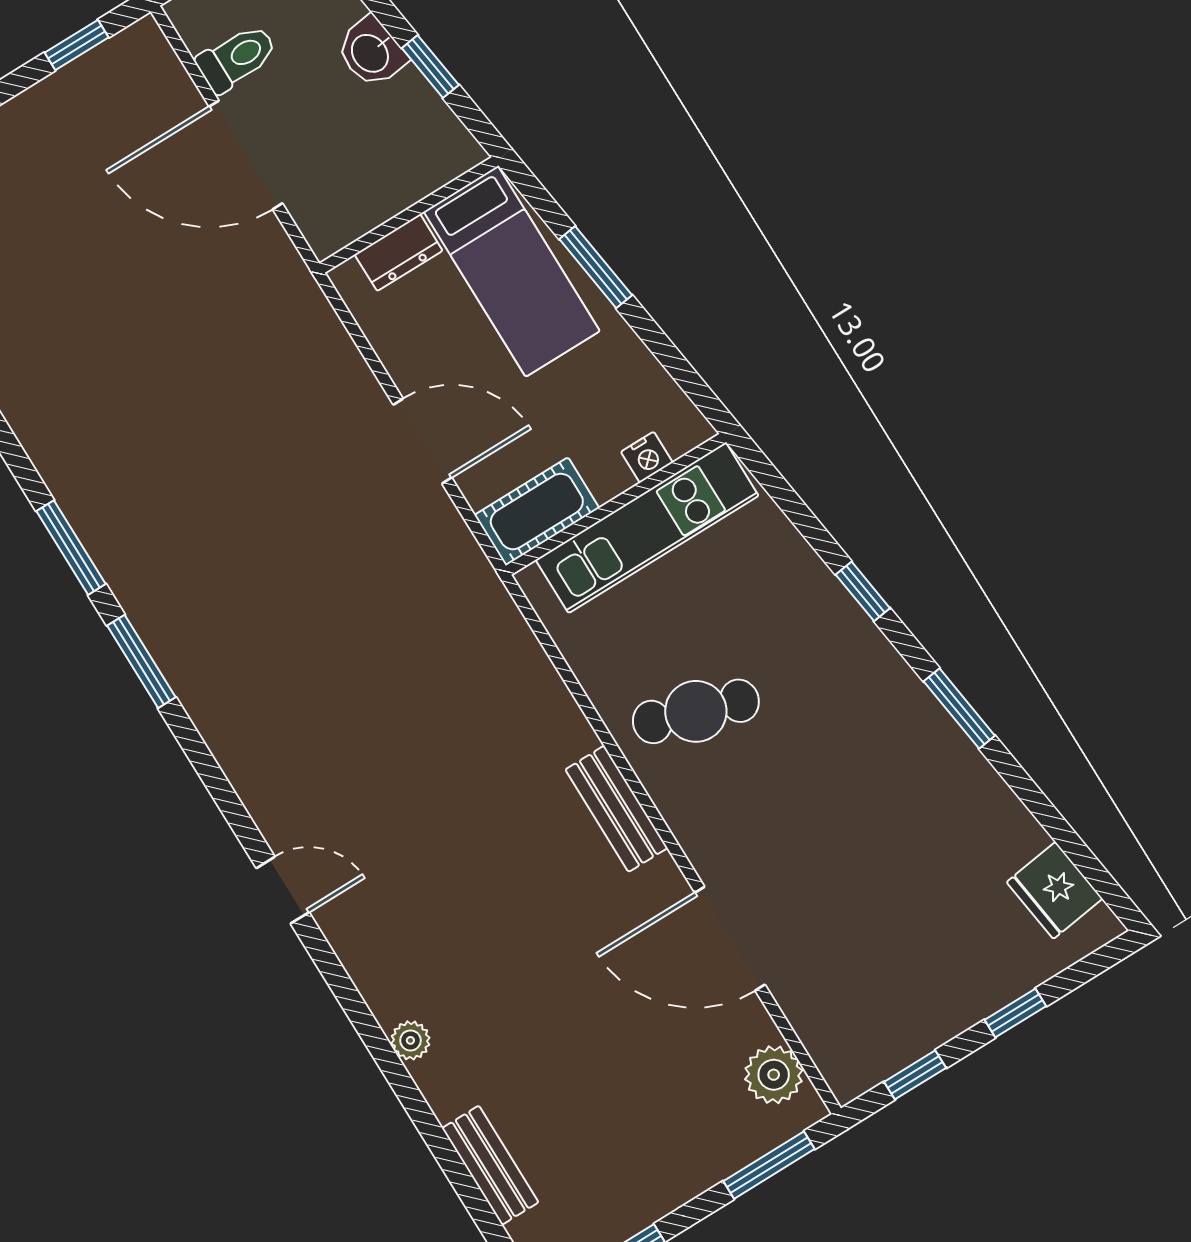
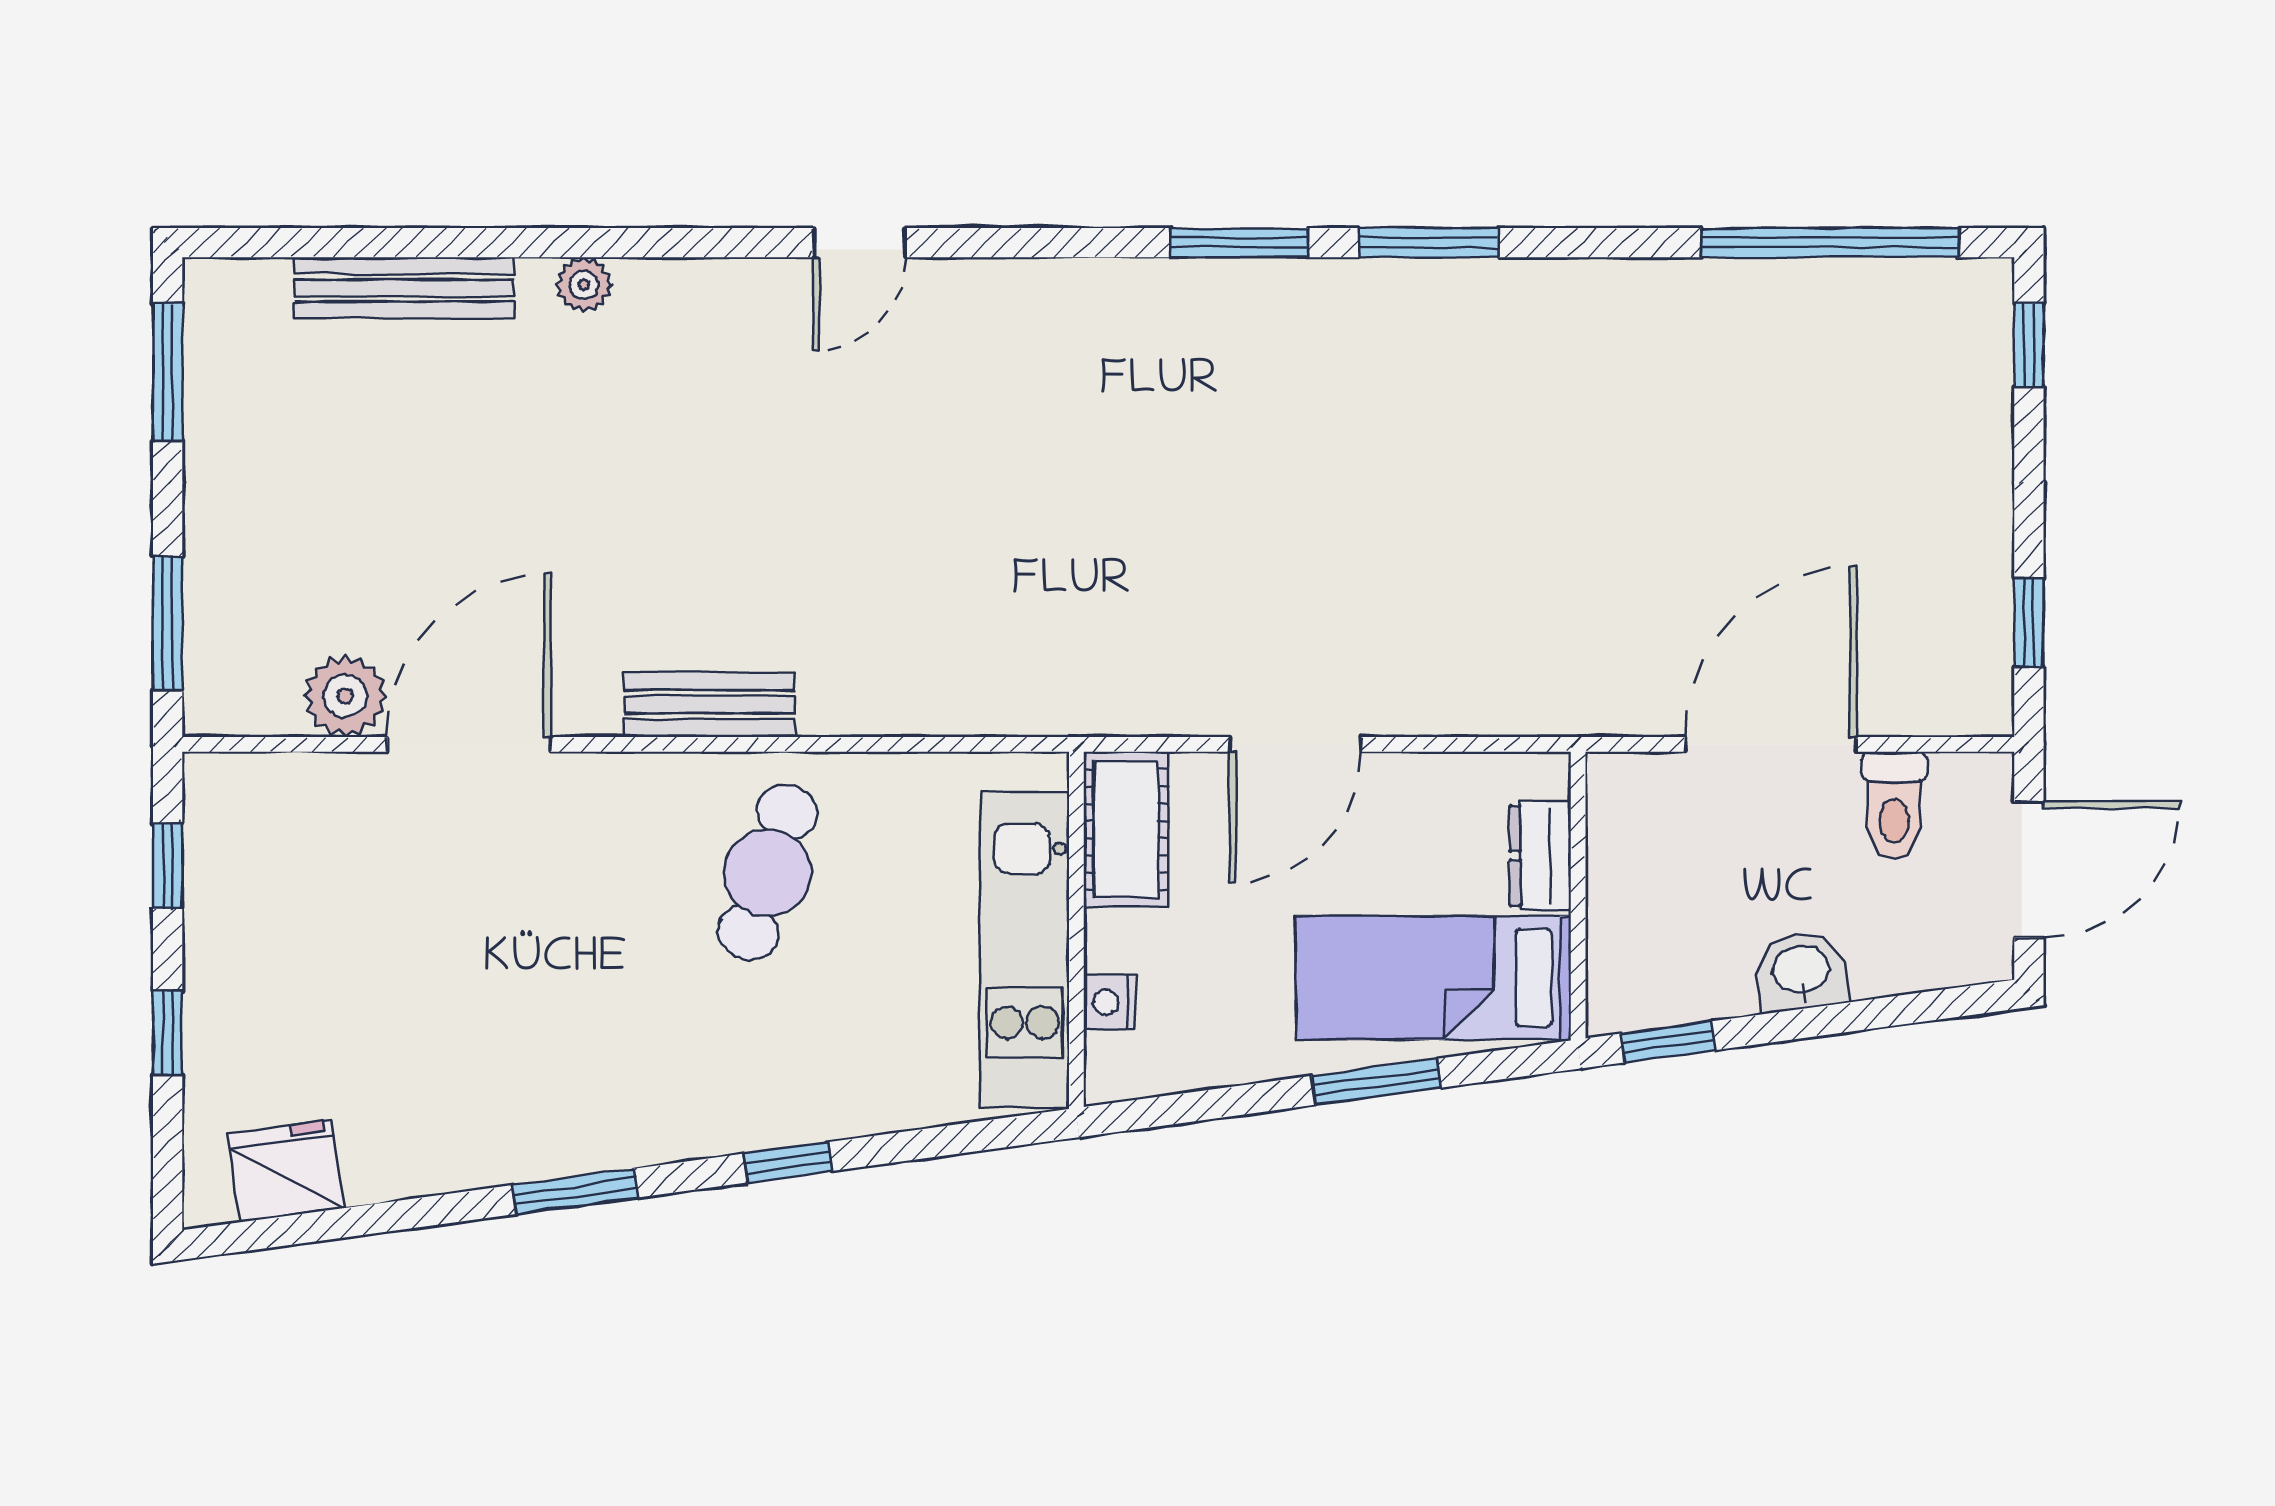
window: (430, 66) -> (1668, 1042), moved
plant: (774, 1075) -> (345, 696), moved
bench: (490, 1165) -> (404, 288), width x1.36

